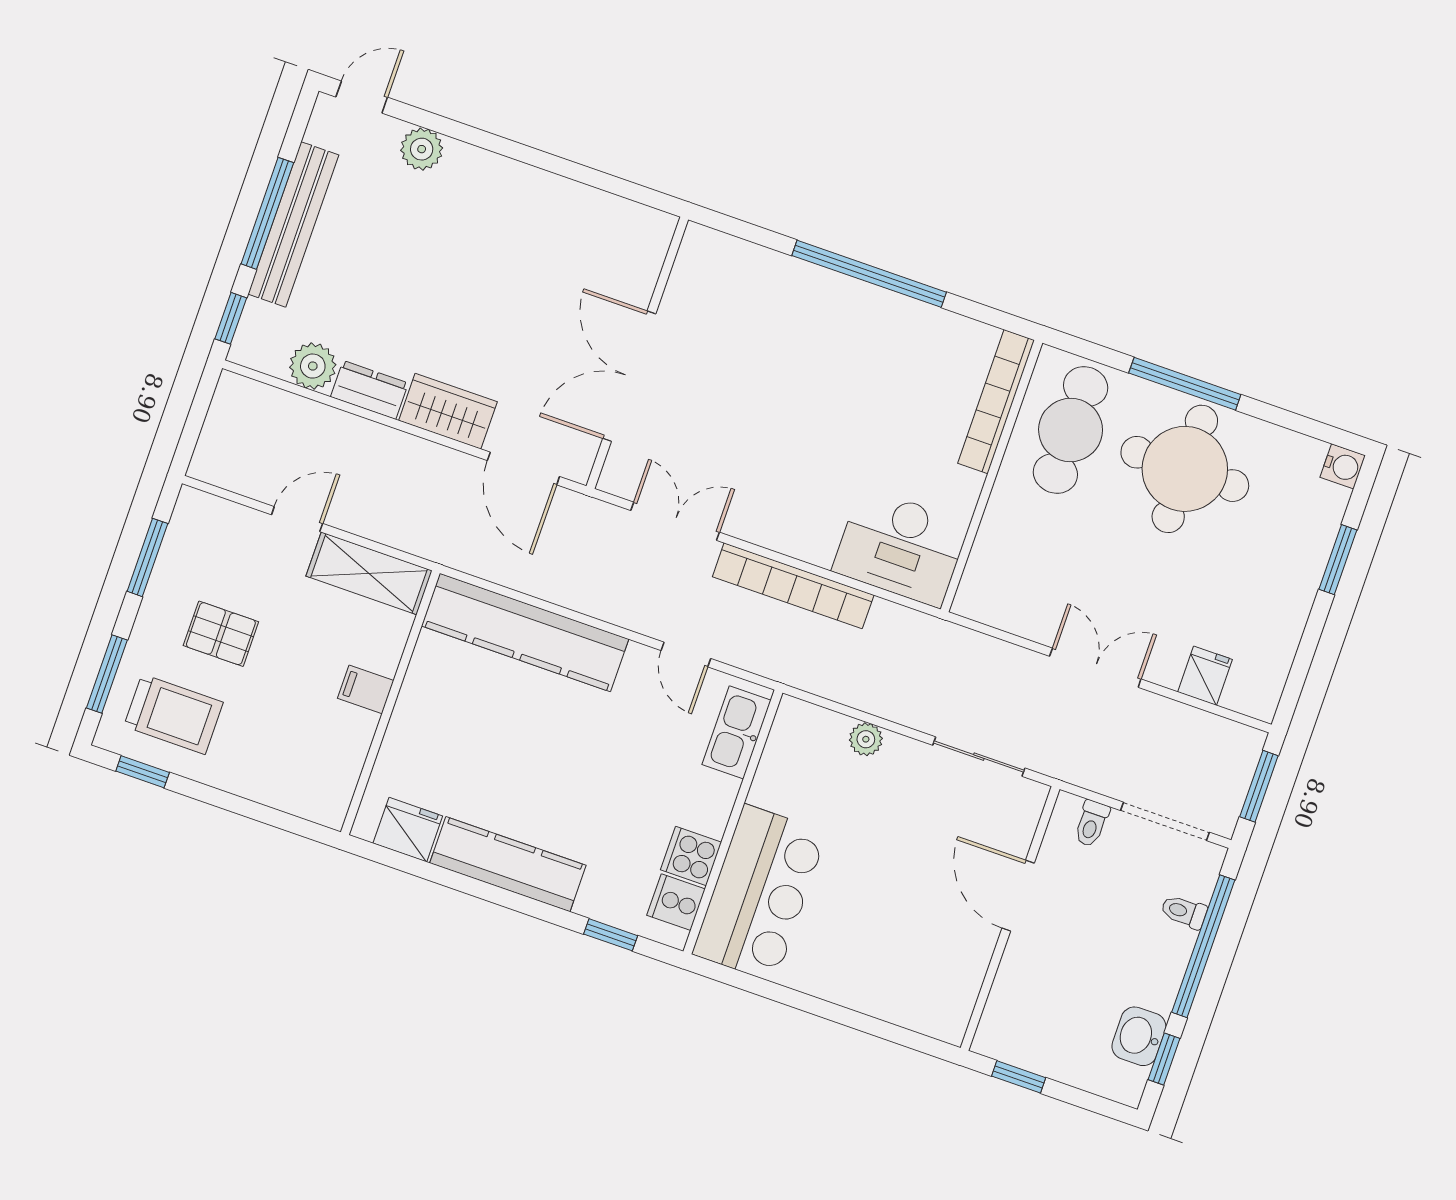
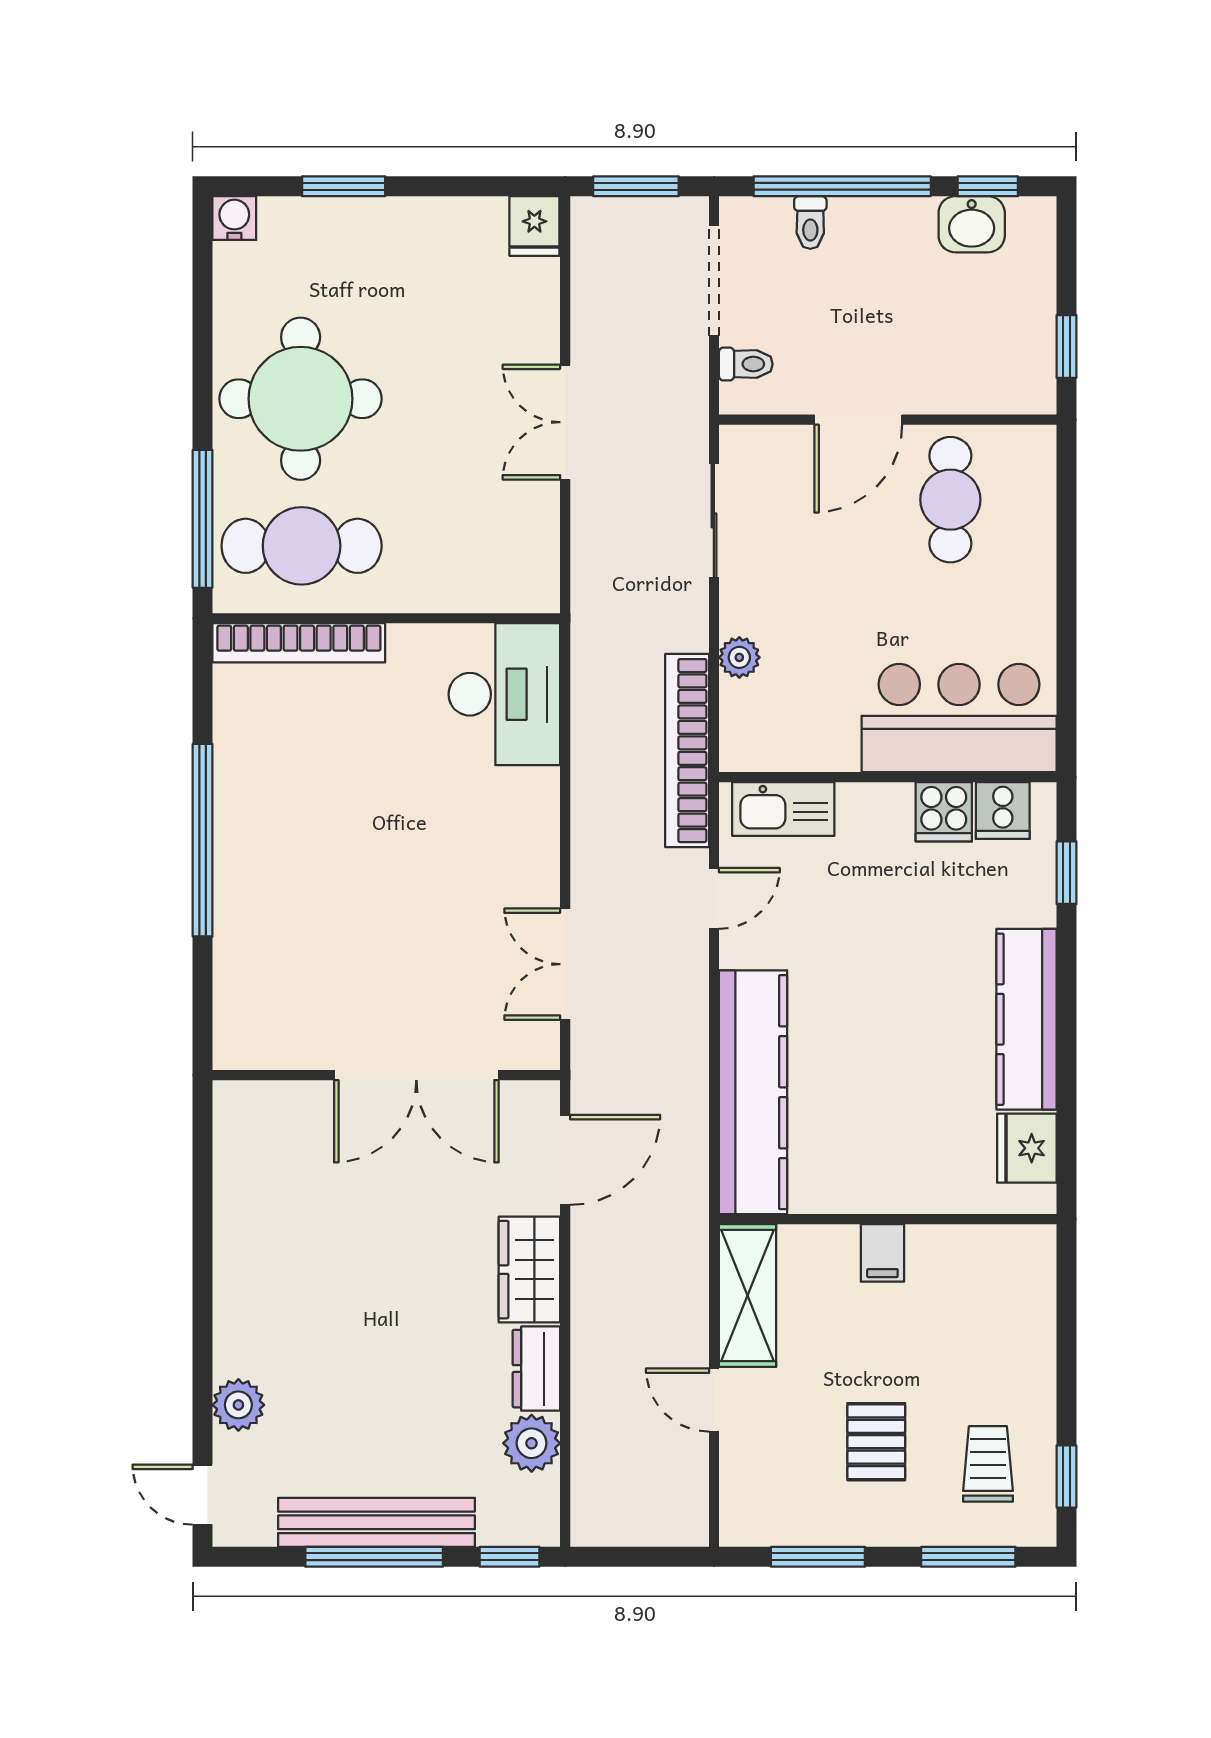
window: (1185, 384) -> (203, 519), moved
bookcase: (793, 586) -> (687, 751), moved, turned 180
fridge: (1205, 676) -> (534, 226), moved, turned -90
trolley: (174, 714) -> (988, 1464), width x0.73, depth x0.72
cafe table: (931, 945) -> (950, 500), added

